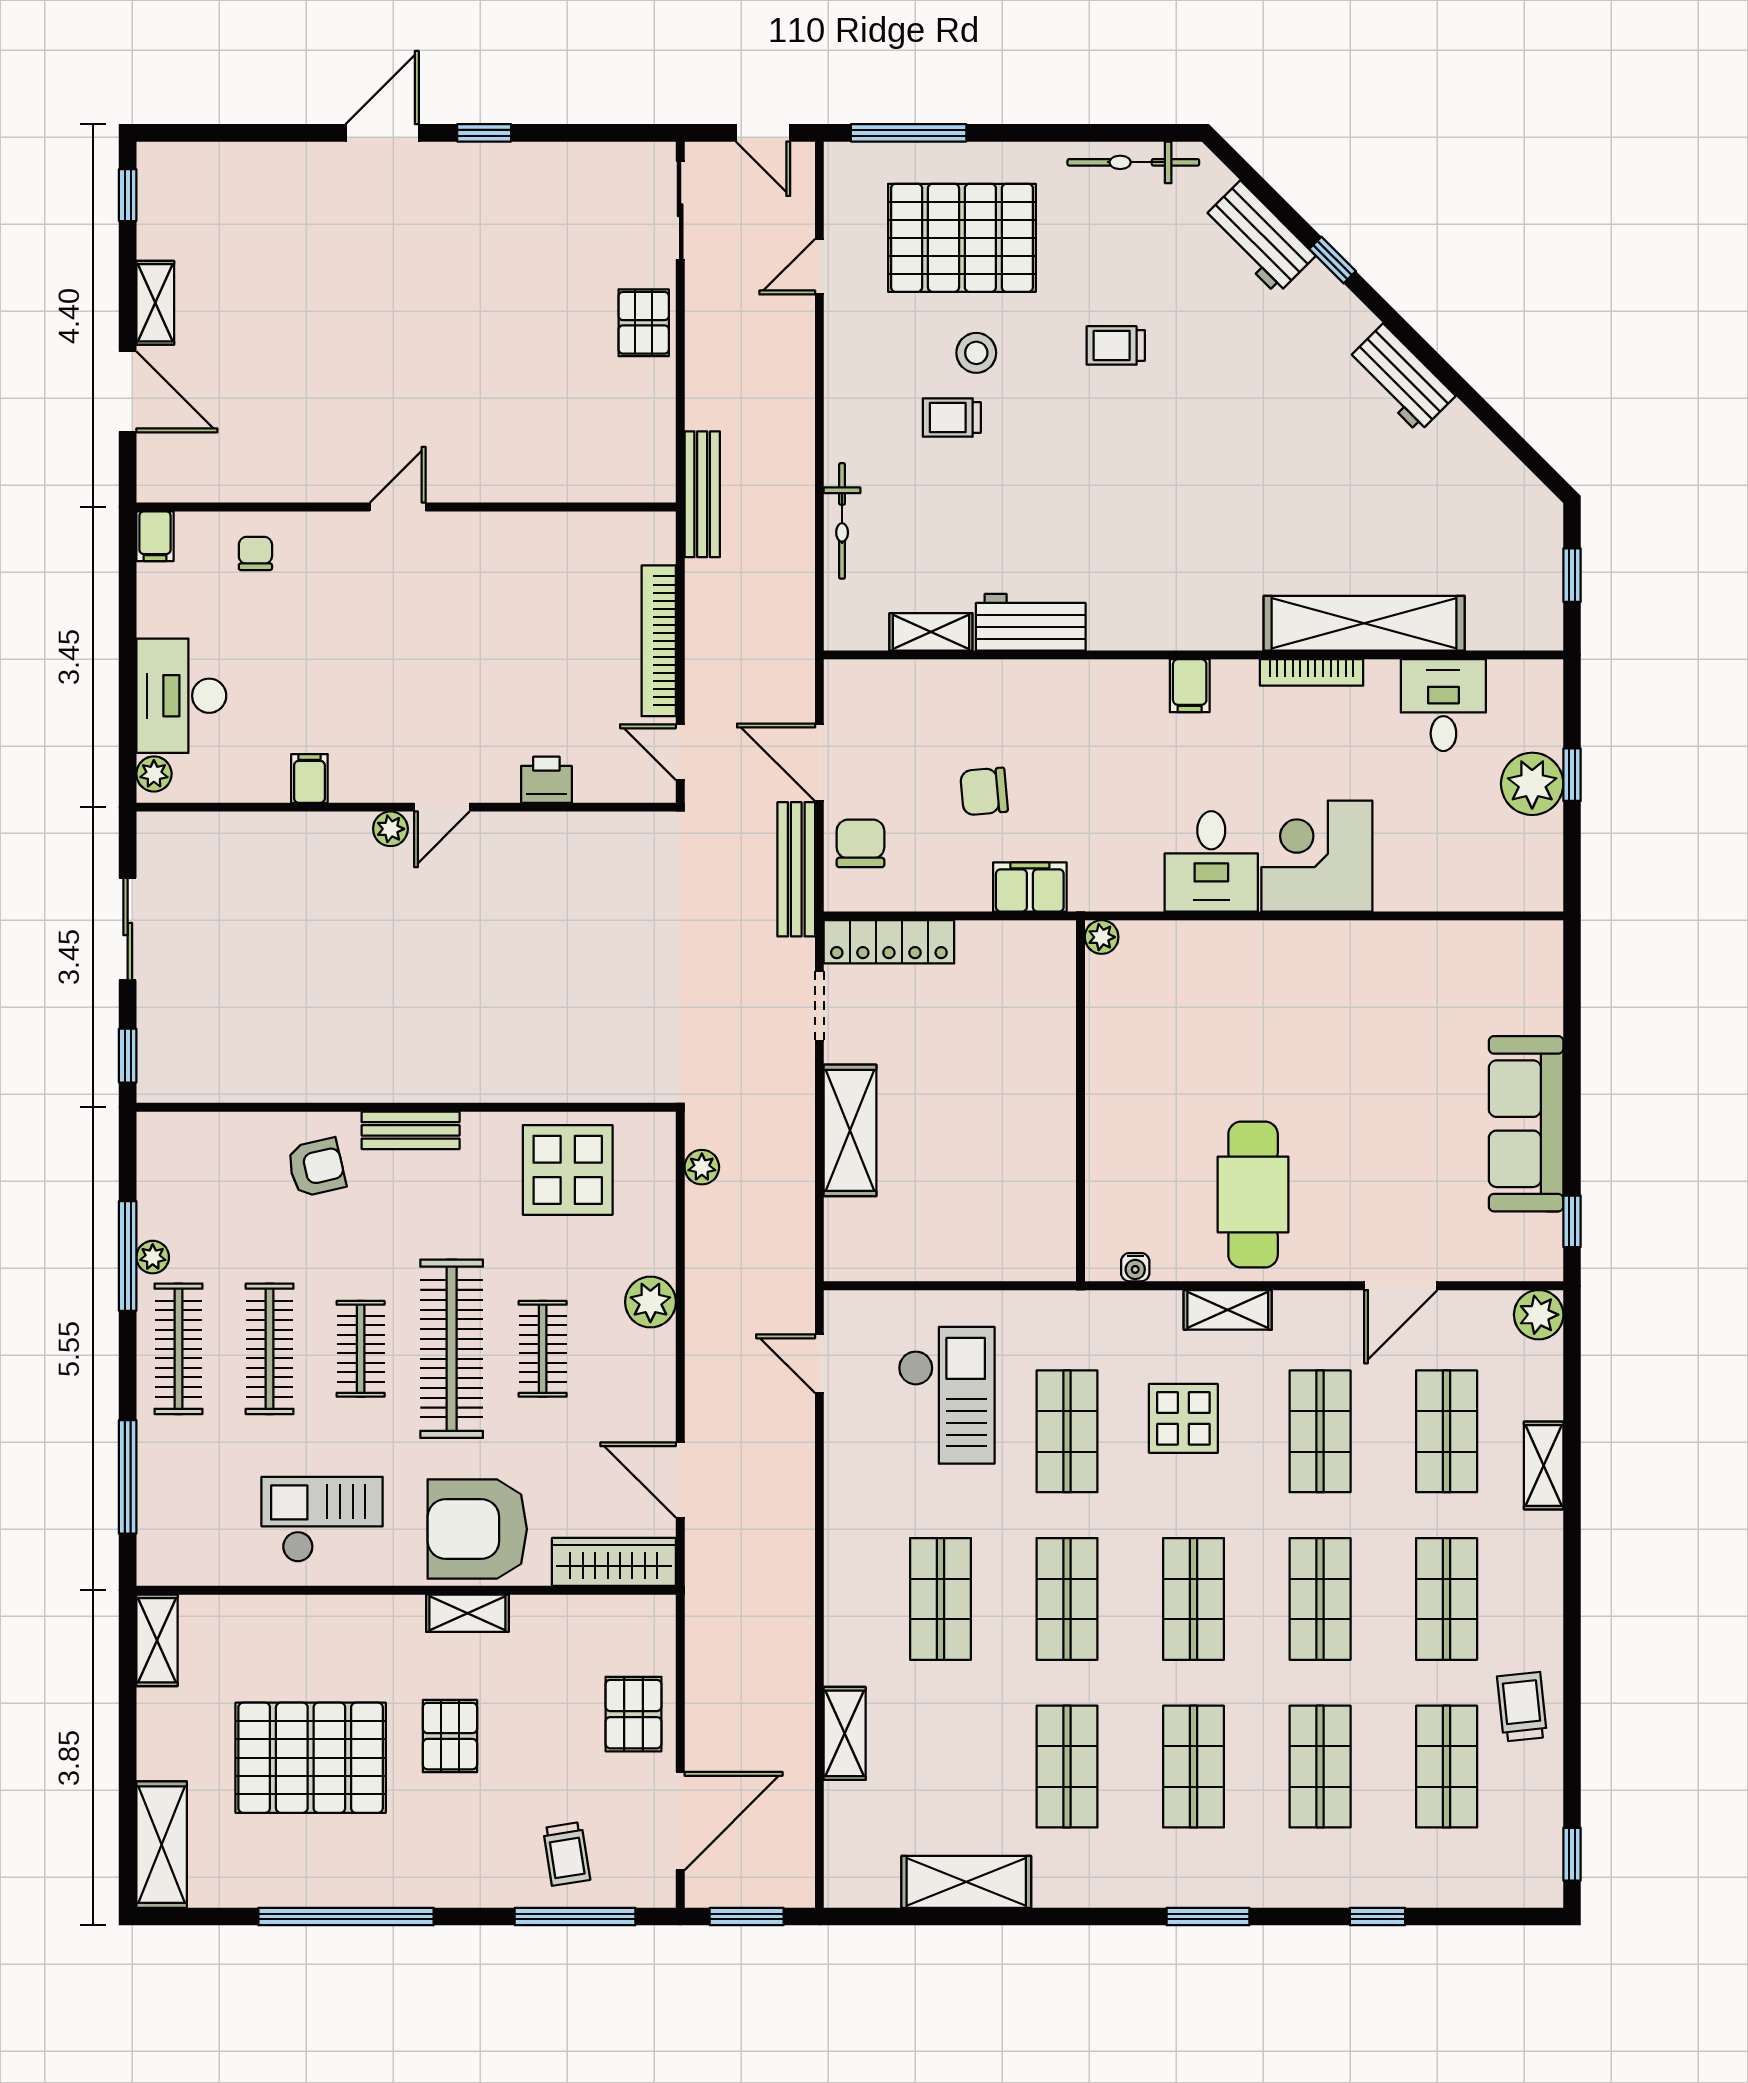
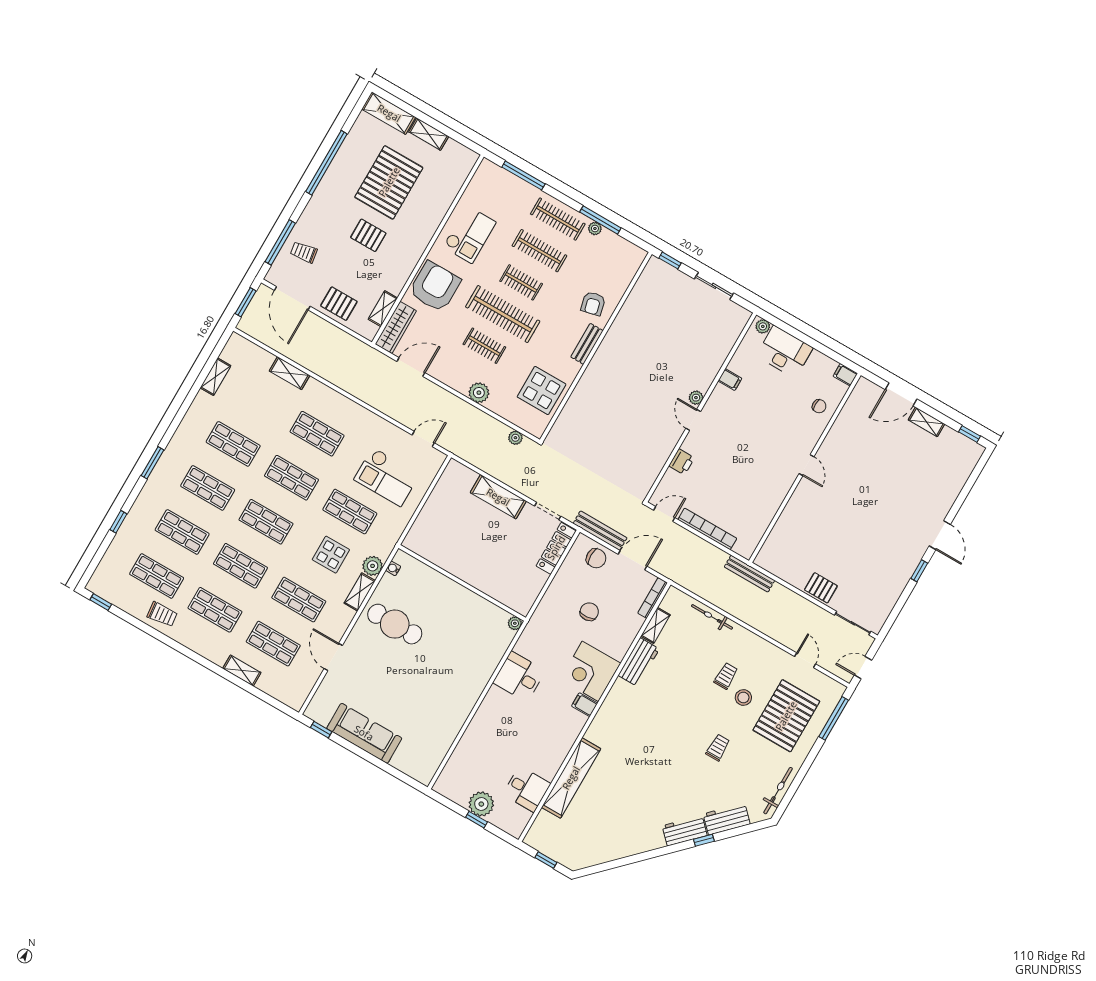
workbench: (1401, 378) -> (685, 831), moved
bookcase: (1312, 672) -> (653, 598), moved
corner desk: (1317, 856) -> (590, 671), moved, turned 180
filing cabinet: (1030, 887) -> (547, 608), removed
plant: (1539, 1315) -> (373, 566), moved
shelving: (467, 1613) -> (383, 309), moved
shelving: (157, 1640) -> (429, 134), moved
shelving: (966, 1882) -> (215, 377), width x0.67, depth x0.75

